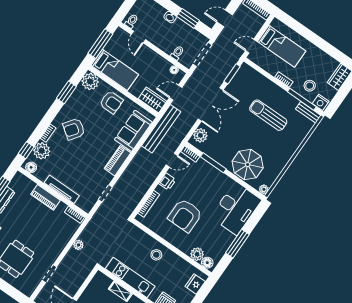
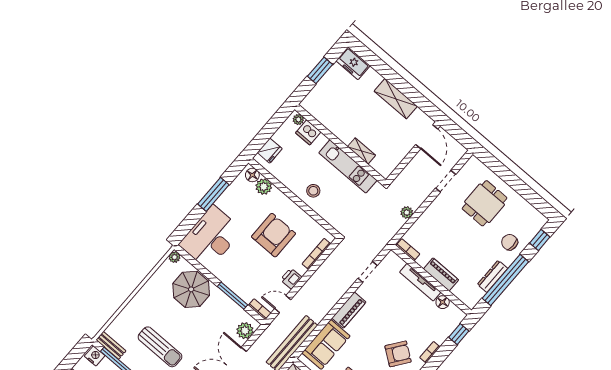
plant: (42, 151) -> (440, 331), removed
floor lamp: (31, 167) -> (443, 302), moved

